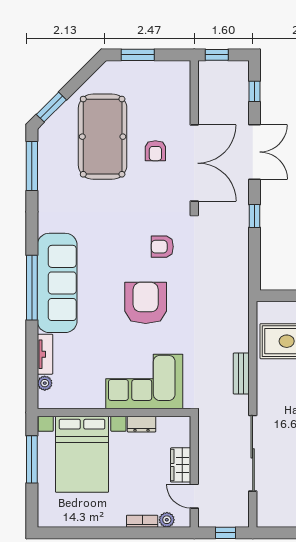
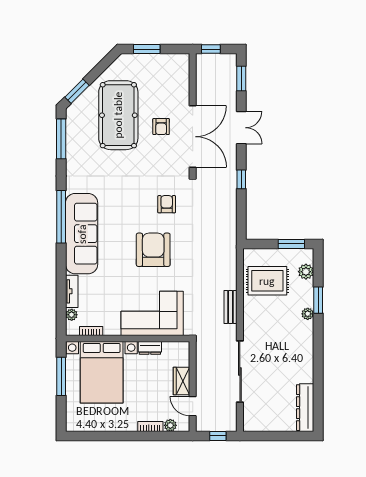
window: (254, 91) -> (241, 79), width x1.50
double door: (254, 152) -> (241, 128), width x0.73
armchair: (162, 247) -> (167, 204), turned 90
window: (32, 288) -> (61, 217), moved
bookcase: (69, 403) -> (91, 331), added

